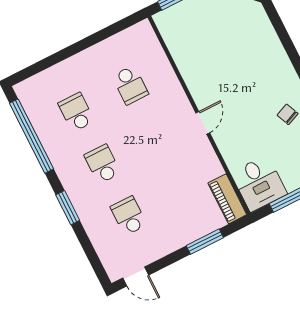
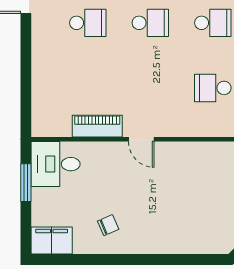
piano: (227, 199) -> (97, 126), moved
window: (205, 242) -> (26, 84), removed

